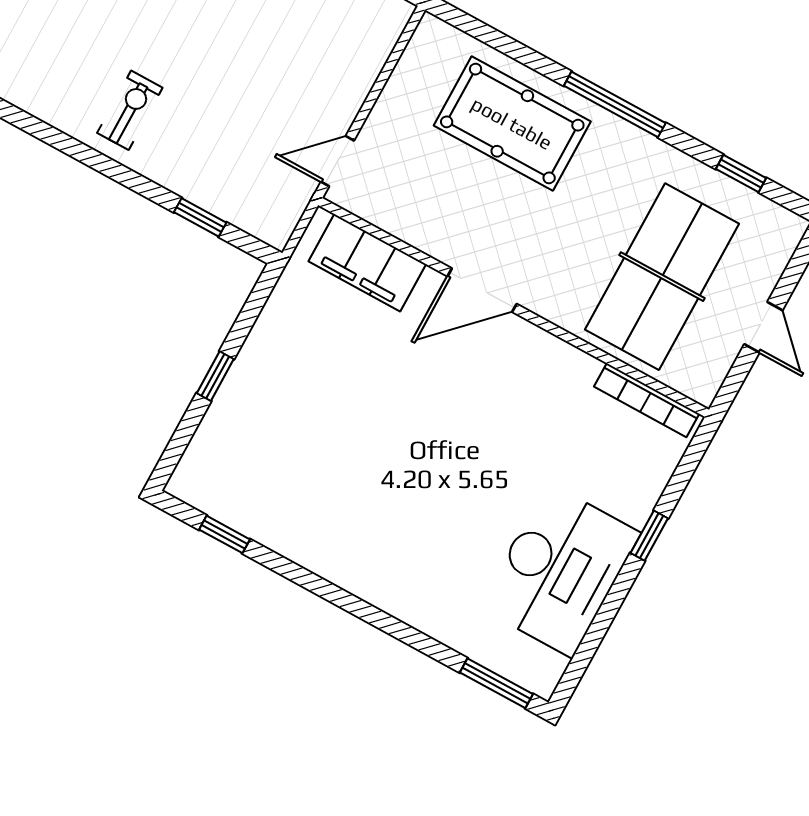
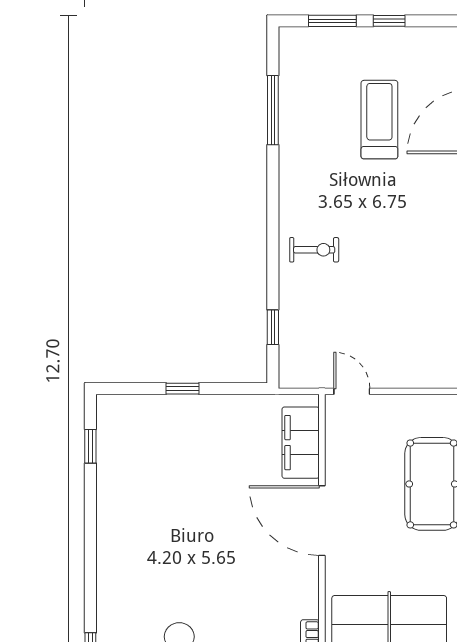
door: (482, 290) -> (322, 521), width x1.36

